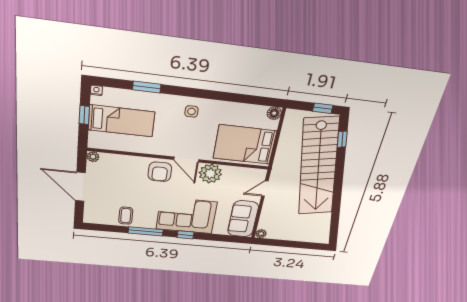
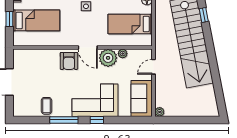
bed: (245, 145) -> (130, 24), width x0.67
plant: (93, 157) -> (123, 54), moved

